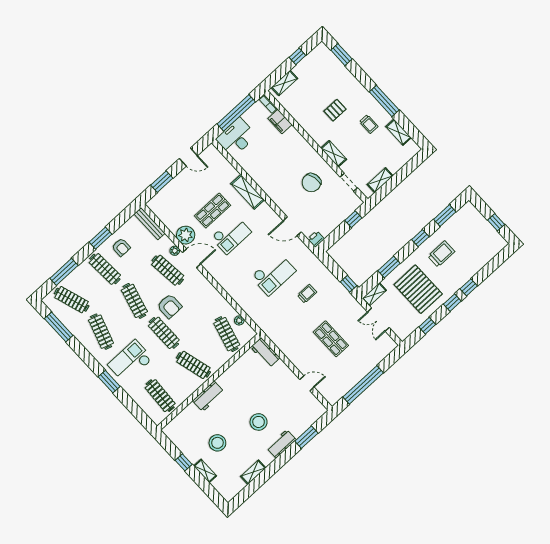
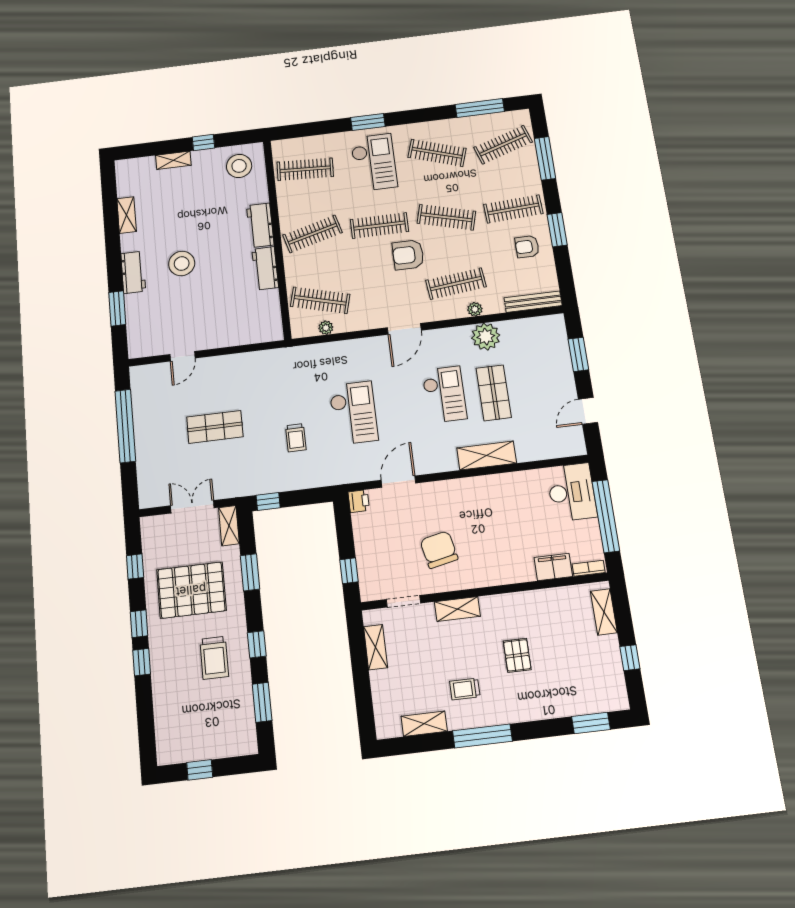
checkout: (231, 235) -> (444, 394), turned 180
door: (192, 258) -> (404, 329), moved
checkout: (274, 274) -> (353, 413), turned 180
workbench: (265, 353) -> (265, 268), moved, turned -90
stool: (217, 443) -> (239, 166), moved

